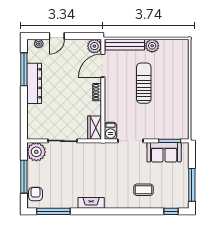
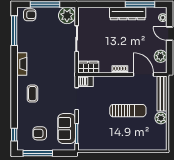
plant: (94, 46) -> (161, 56), moved
armchair: (170, 183) -> (40, 133), added
coffee table: (144, 190) -> (32, 94), moved

